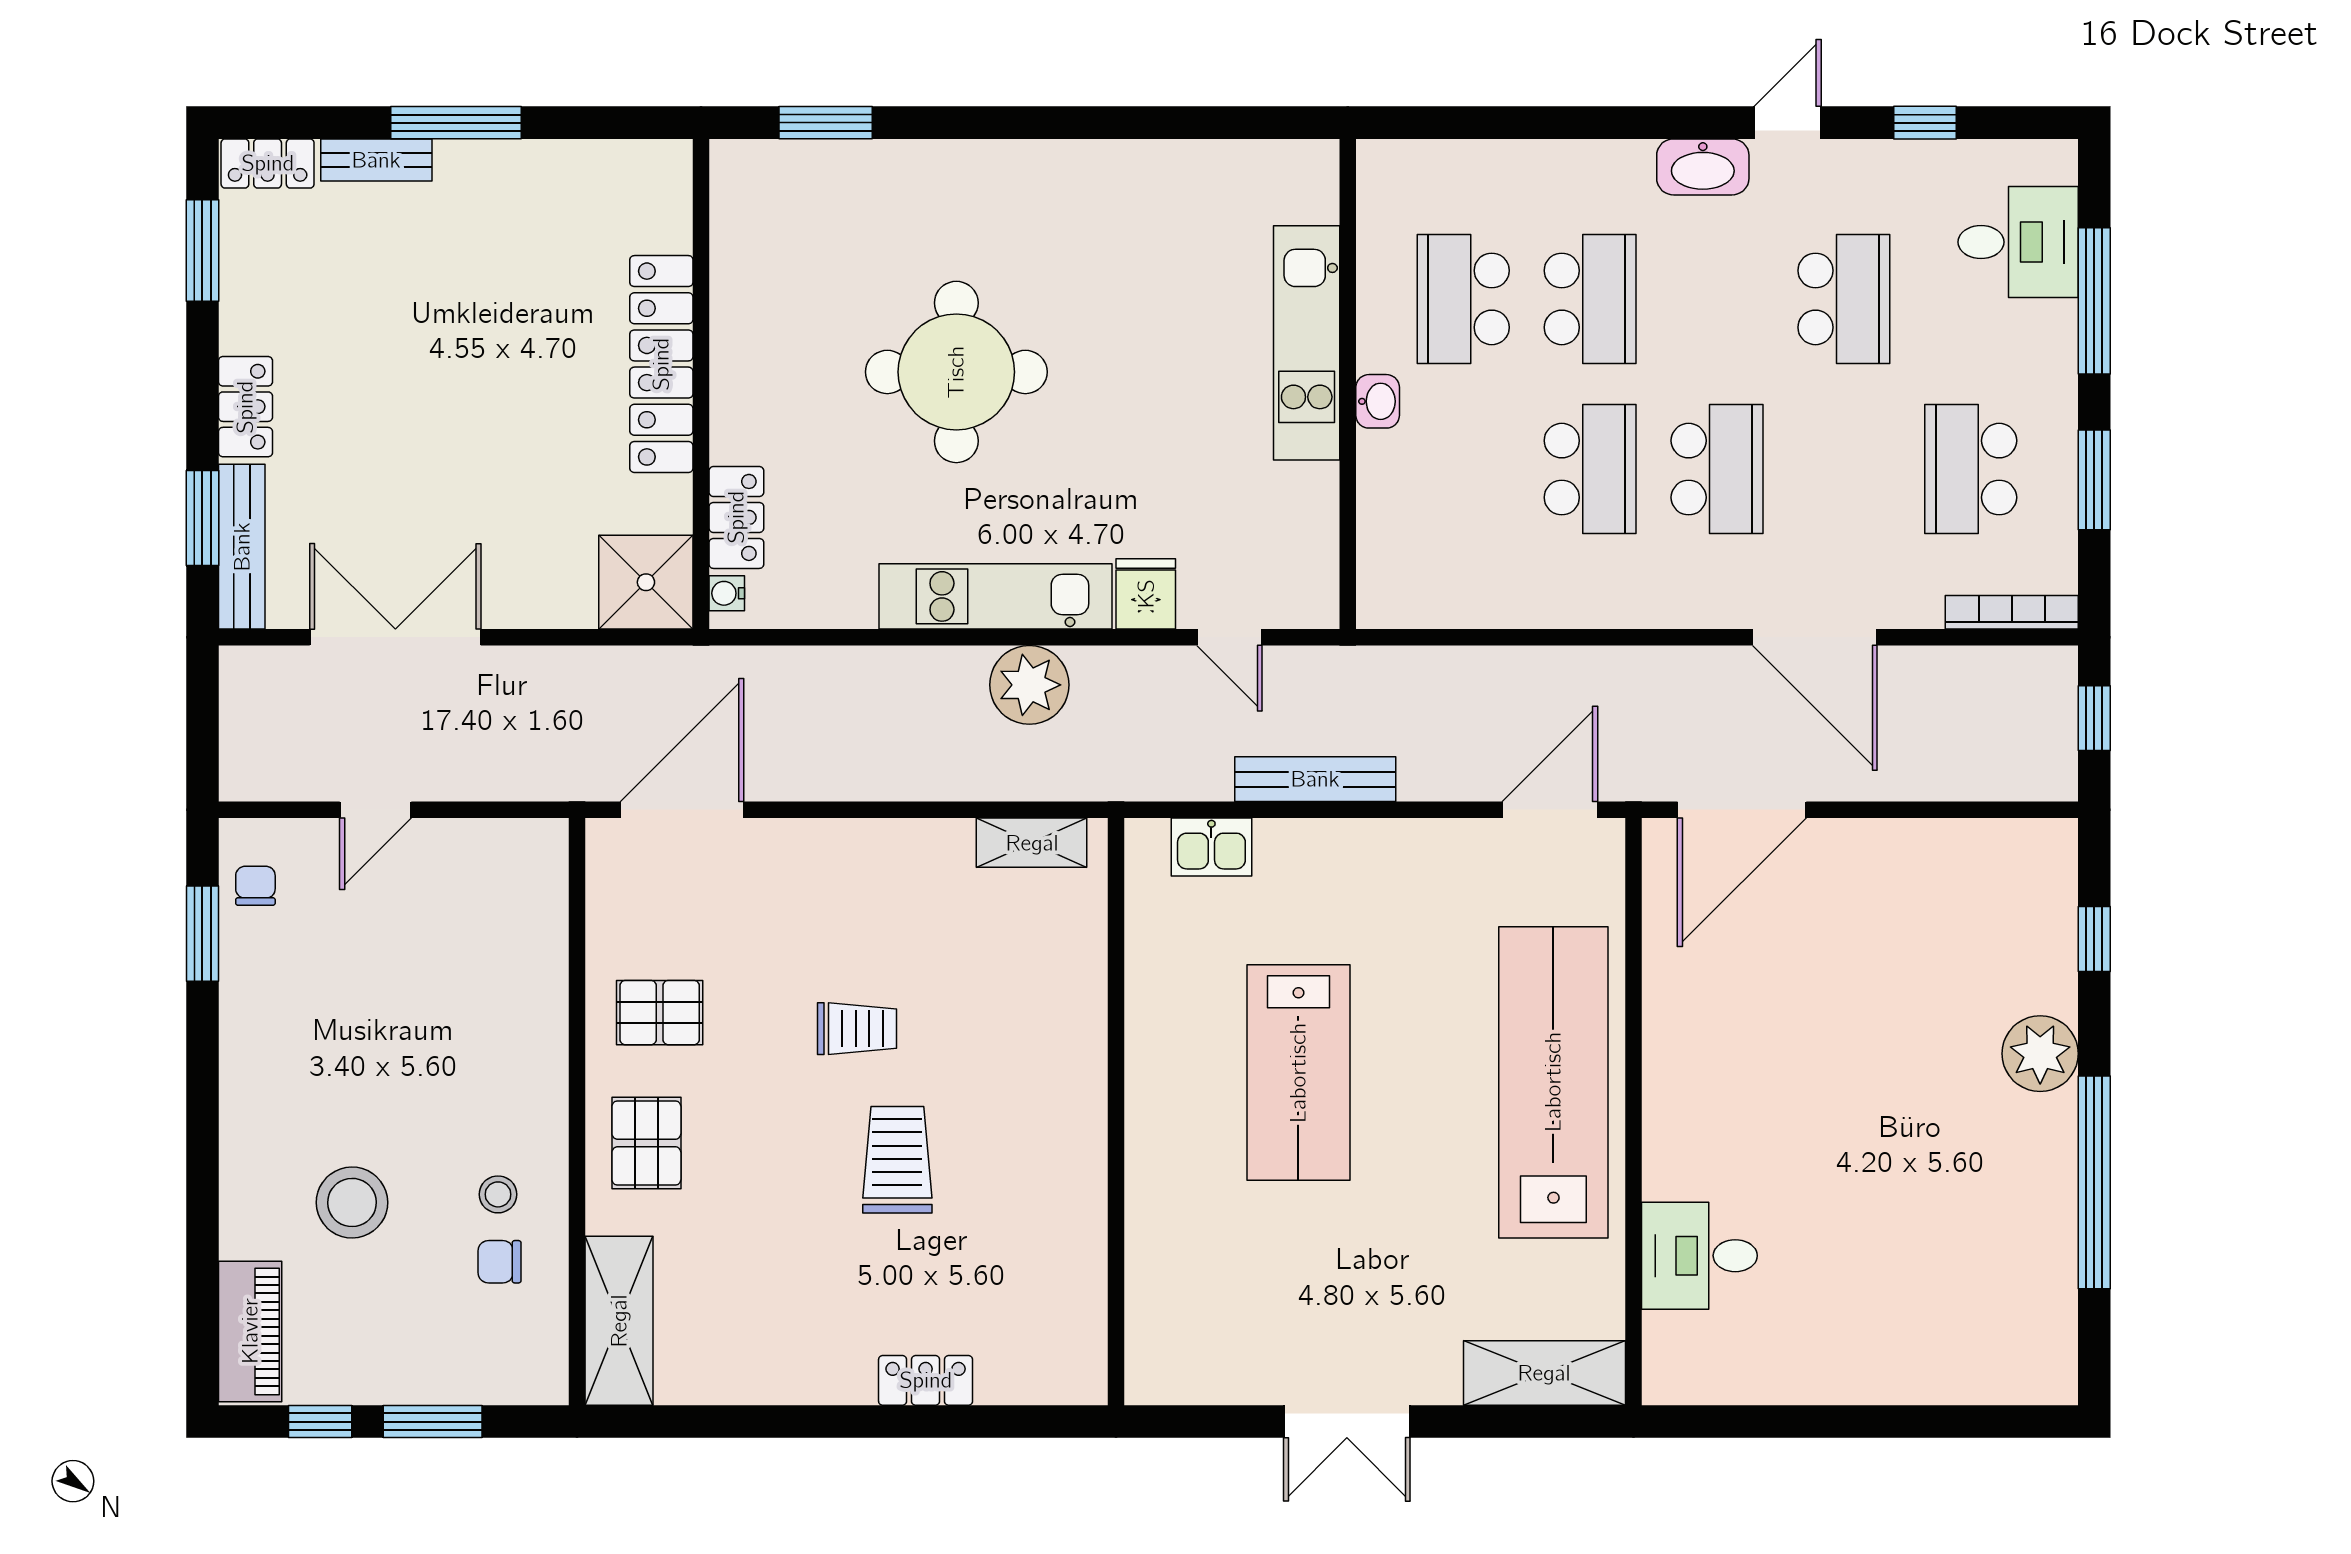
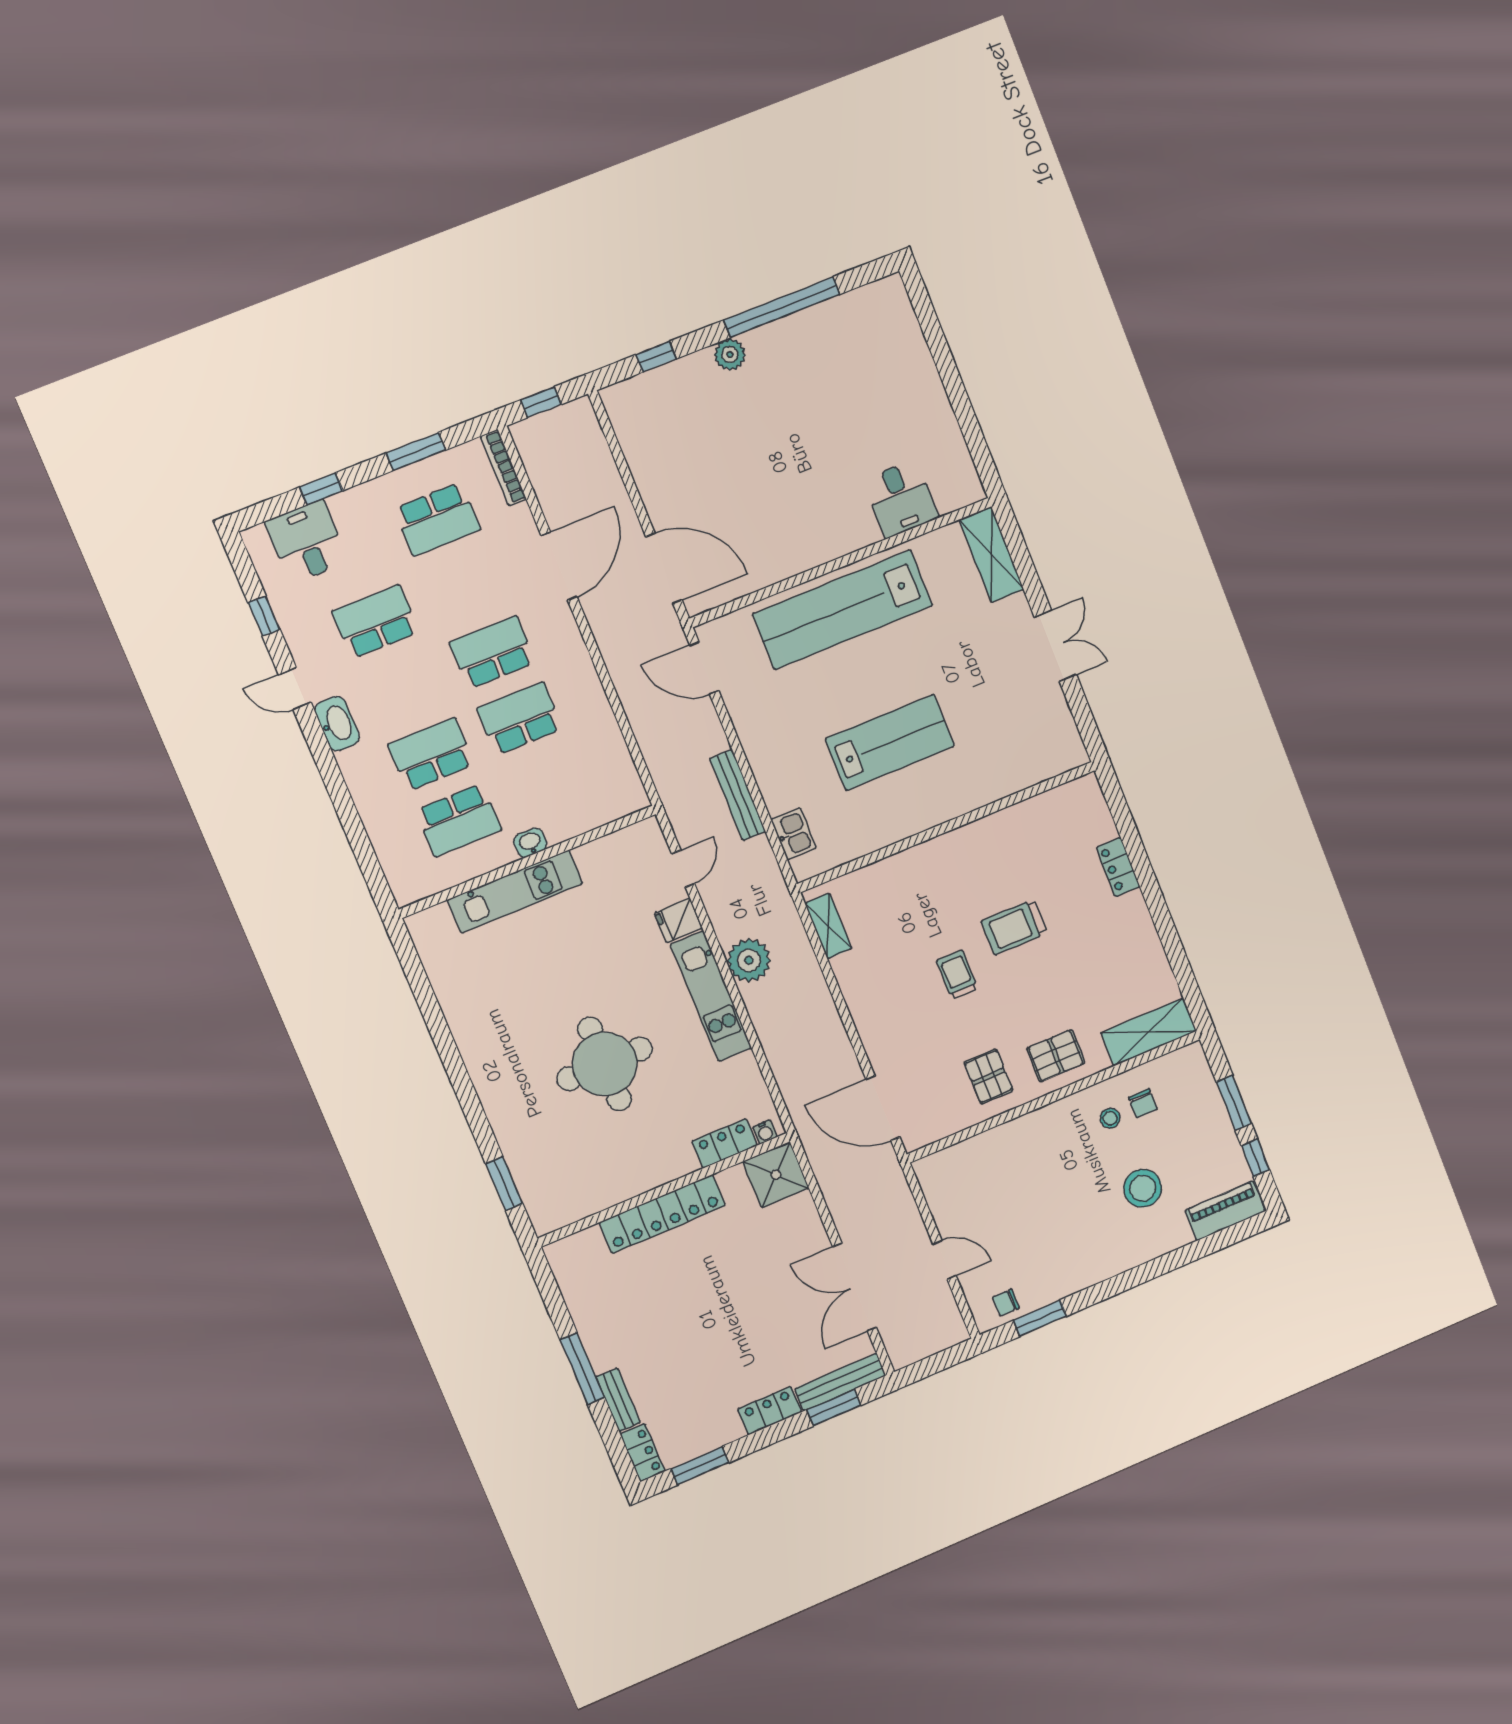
window: (2094, 301) -> (321, 489), width x0.46
plant: (2040, 1054) -> (730, 355), width x0.73, depth x0.73

